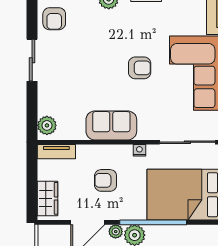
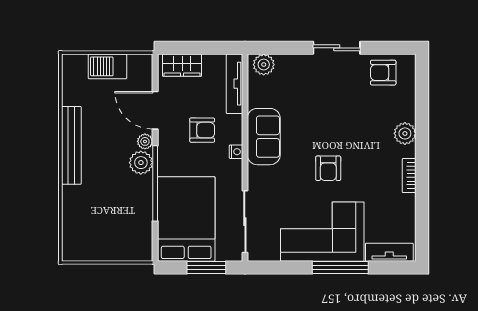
nightstand: (139, 150) -> (236, 152), moved
tv unit: (56, 152) -> (234, 84), width x1.41
armchair: (106, 180) -> (202, 130), turned 90

